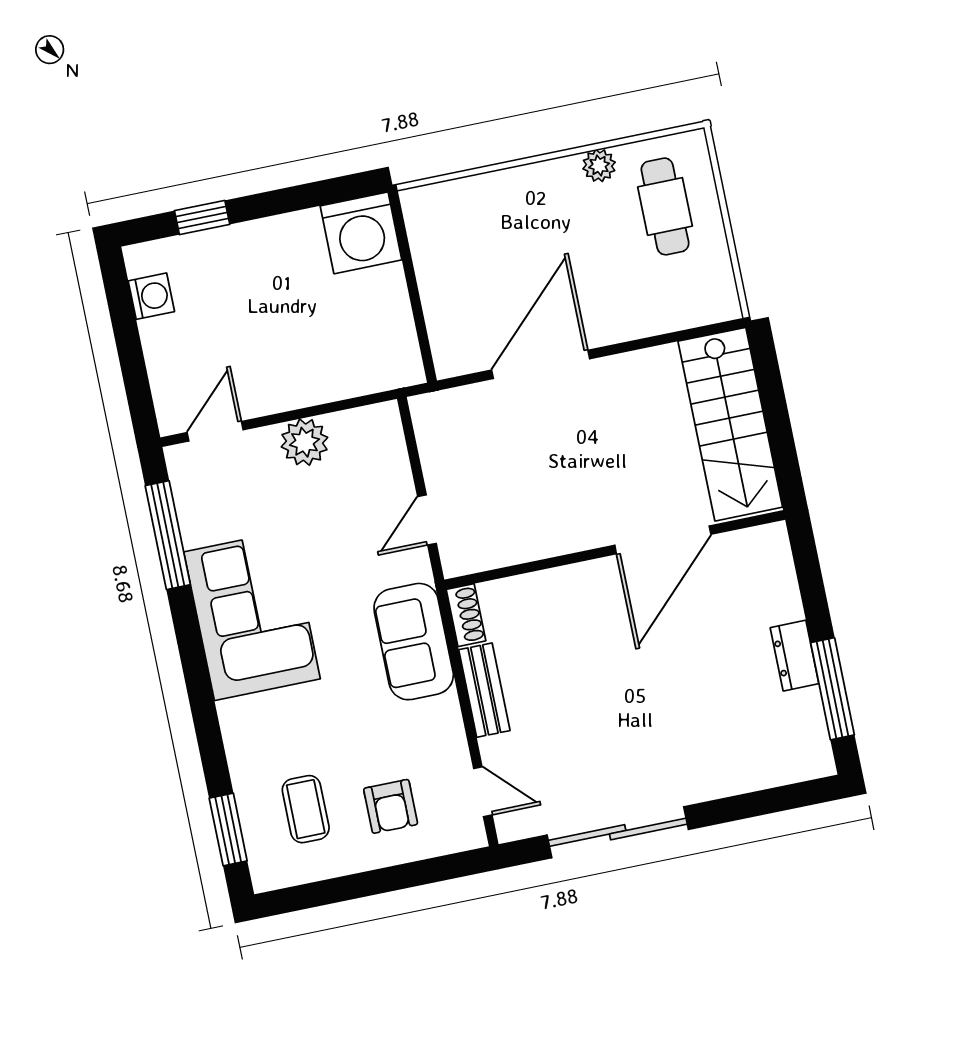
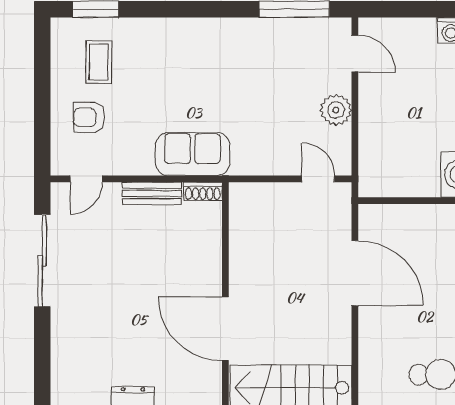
door: (427, 520) -> (318, 179), moved
corner sofa: (252, 615) -> (231, 53), removed
coffee table: (306, 809) -> (99, 62), turned 90

